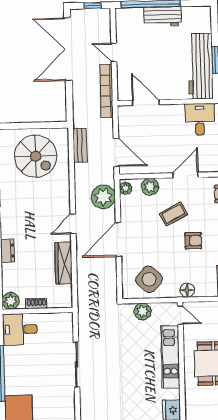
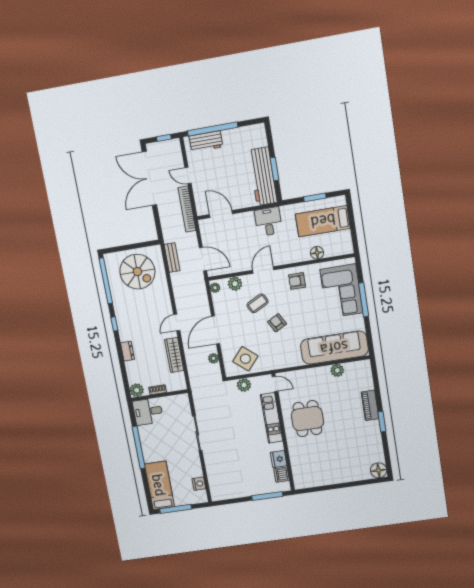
workbench: (163, 16) -> (206, 141), moved
plant: (103, 197) -> (213, 358), moved, width x0.53, depth x0.53
armchair: (193, 241) -> (277, 323), turned -119
floor lamp: (187, 290) -> (278, 363), removed

